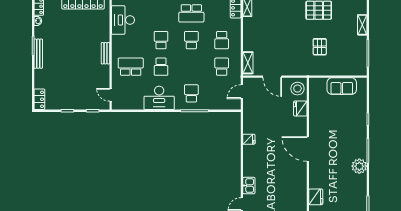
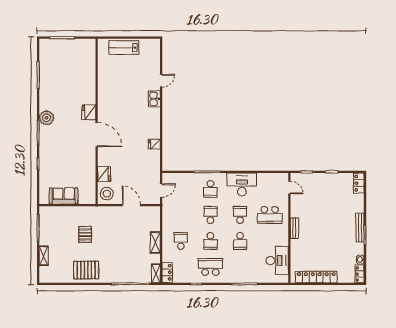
shelving: (248, 63) -> (155, 243), moved
school desk: (222, 67) -> (210, 215), moved, turned 180
fridge: (316, 197) -> (89, 112), moved

